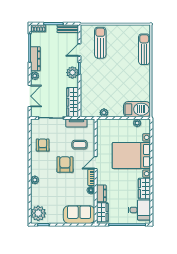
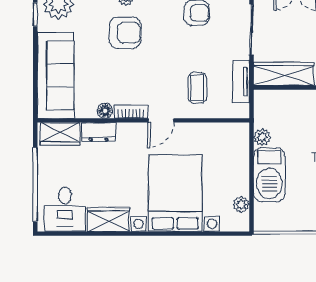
barbecue: (137, 109) -> (269, 175), moved
door: (96, 163) -> (161, 120), swing flipped
armchair: (65, 164) -> (125, 33), moved
sofa: (79, 215) -> (56, 75), width x1.36

